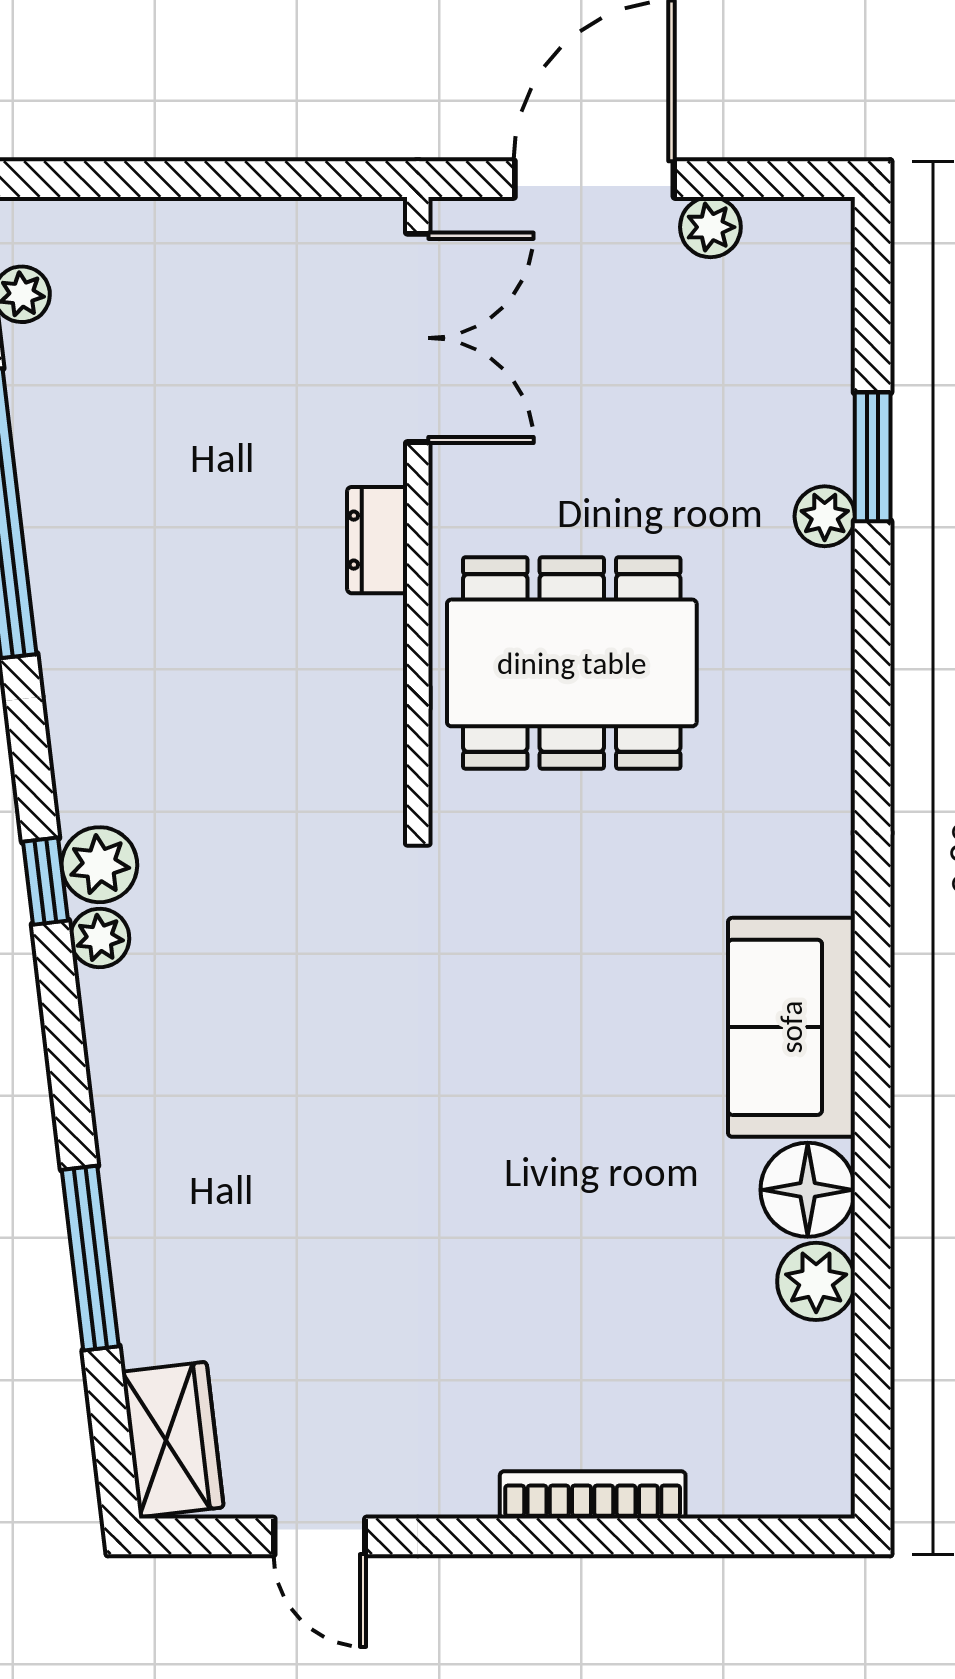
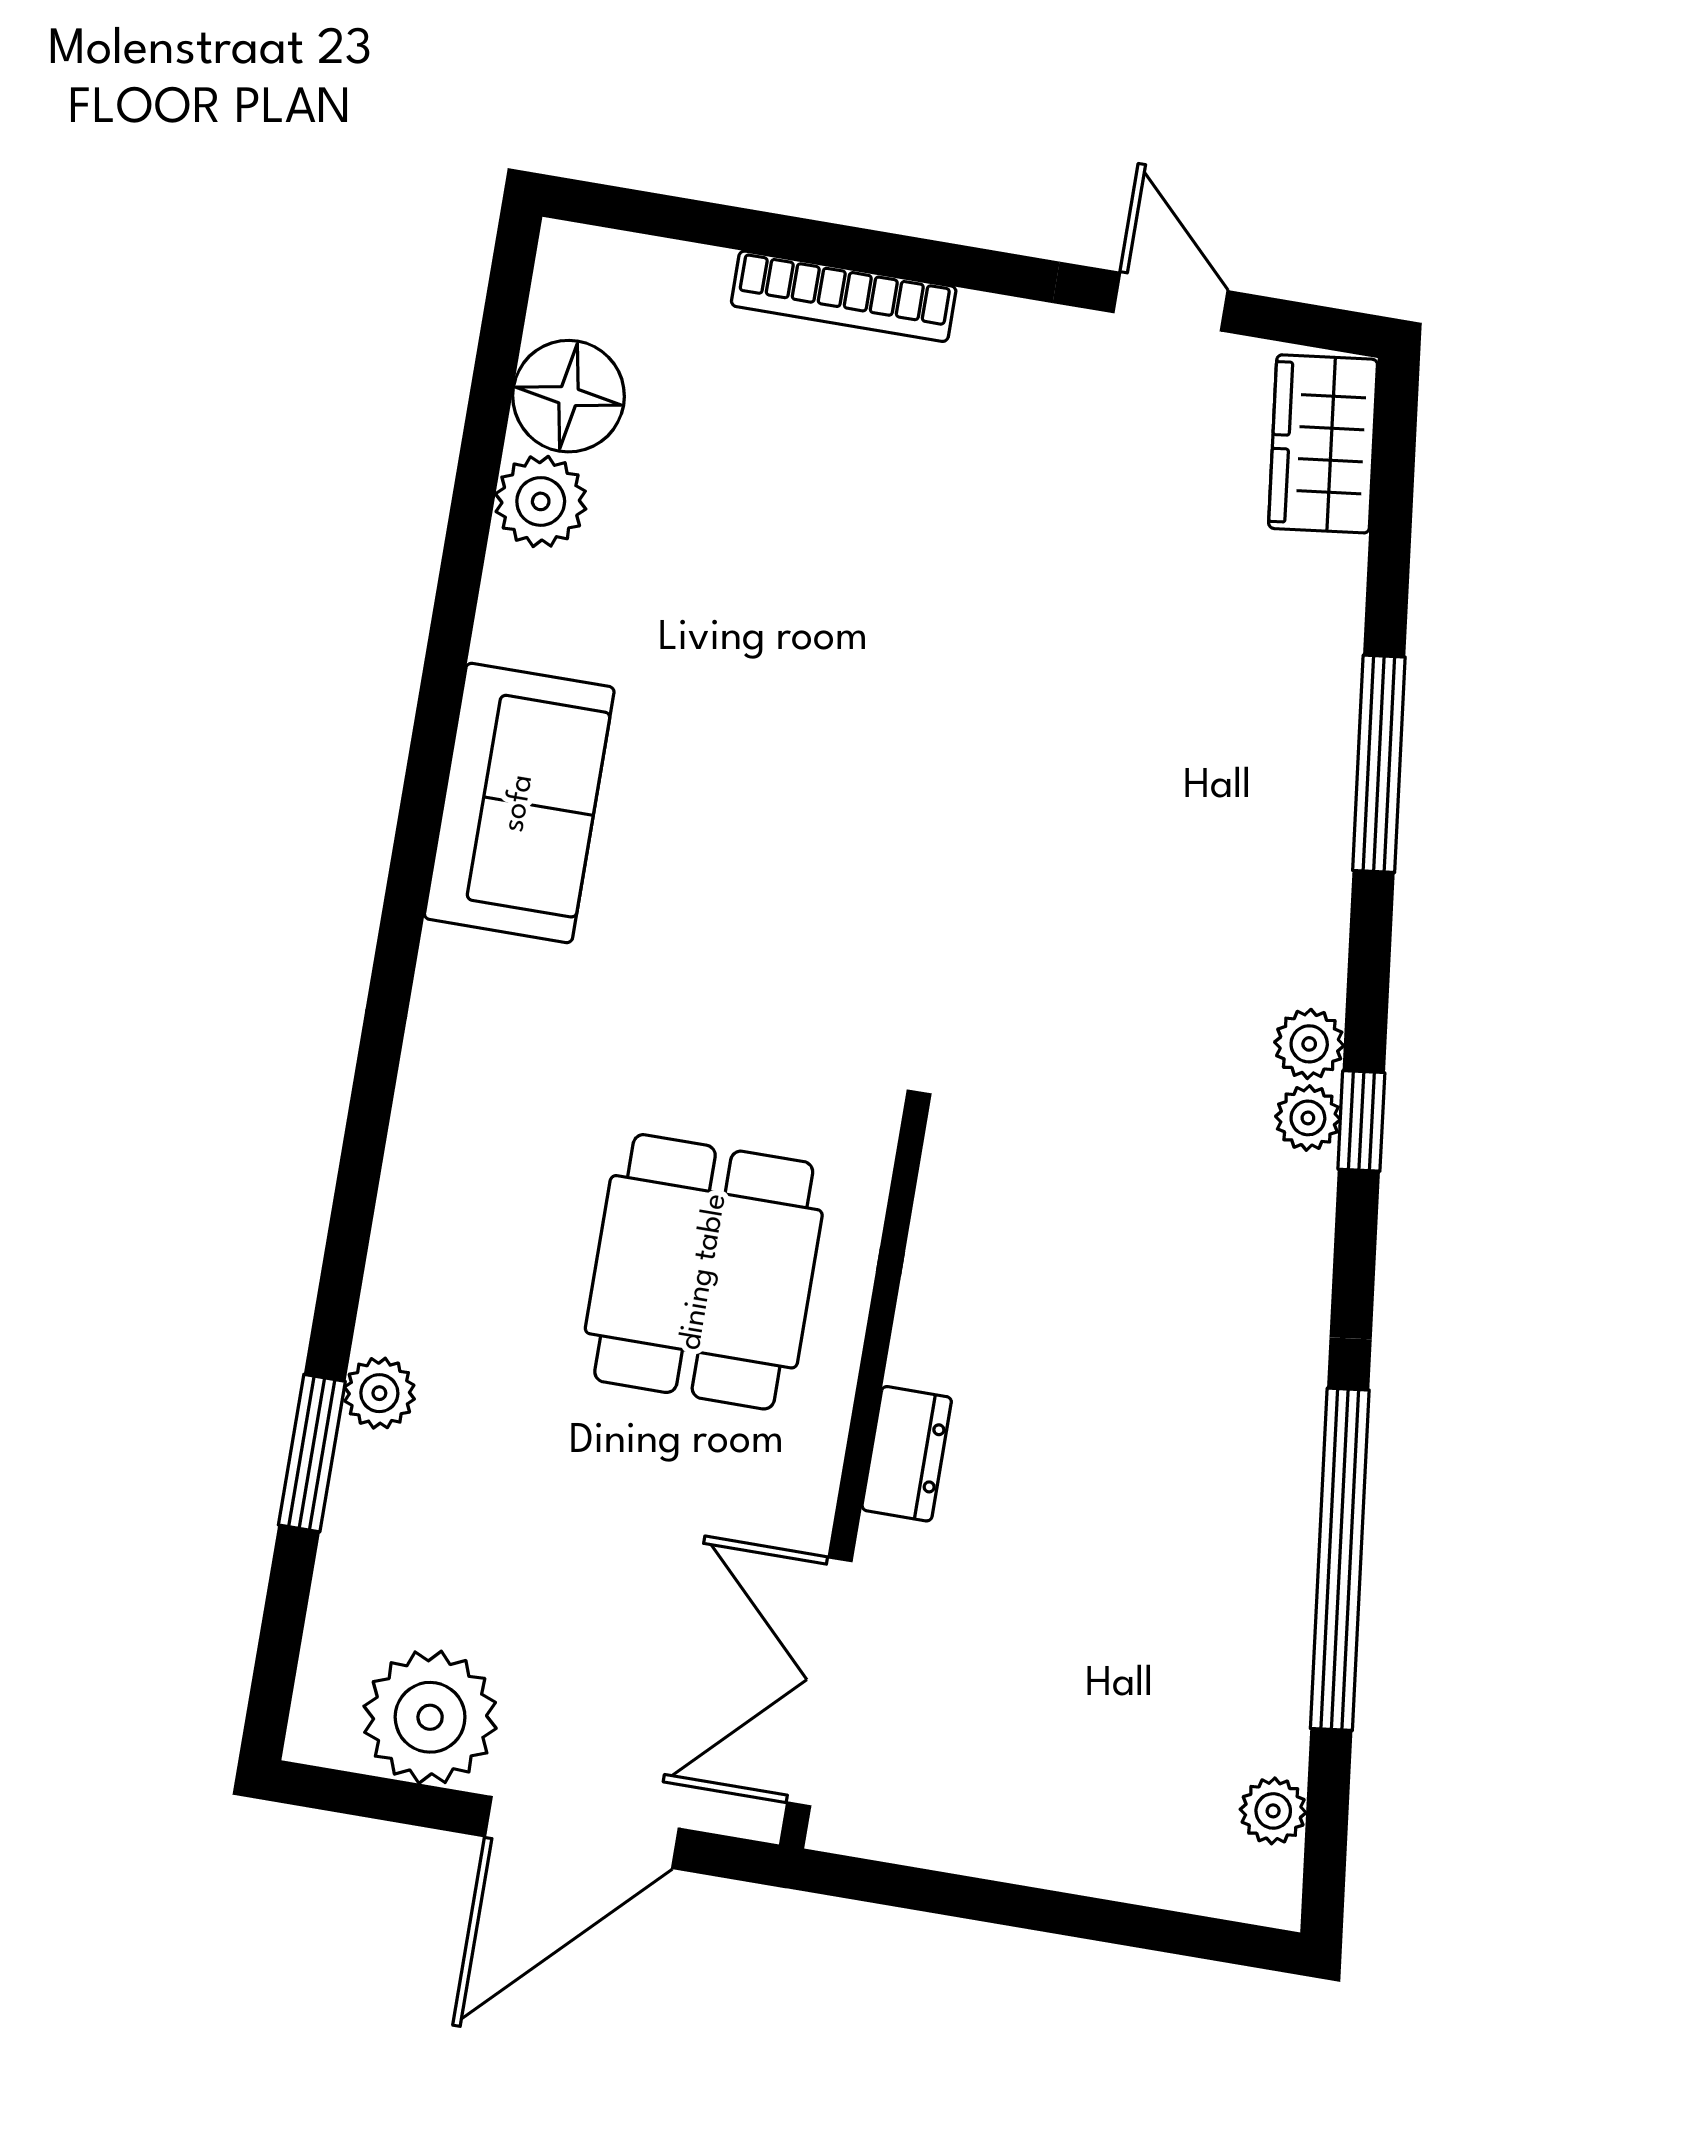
plant: (710, 227) -> (430, 1717), width x1.88, depth x1.88
dining table: (572, 663) -> (704, 1272), width x0.73
plant: (99, 865) -> (1308, 1118), width x0.73, depth x0.73
floor lamp: (808, 1190) -> (569, 396), moved
window: (90, 1258) -> (1379, 764), moved

